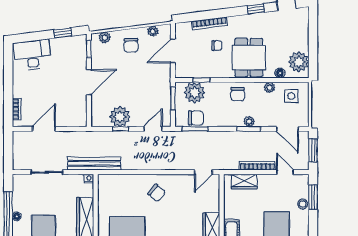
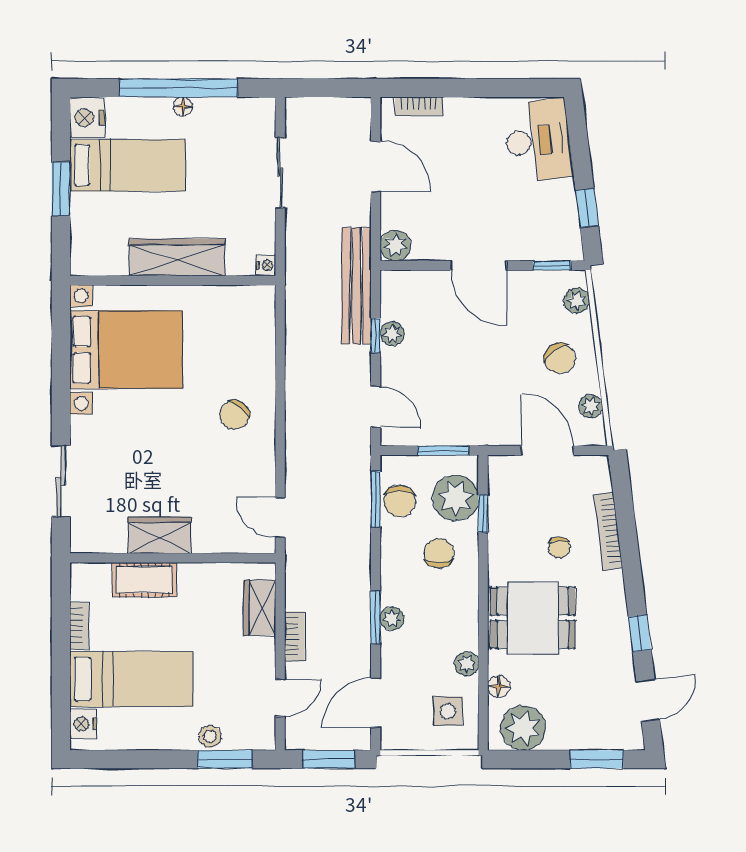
window: (313, 28) -> (597, 759), added
chair: (131, 45) -> (560, 358), turned -127
chair: (238, 94) -> (439, 553), moved, turned 90
plant: (120, 117) -> (392, 334), width x0.53, depth x0.53
plant: (80, 120) -> (396, 246), added
bench: (94, 164) -> (357, 286), moved
bookcase: (257, 166) -> (295, 637), width x0.64

